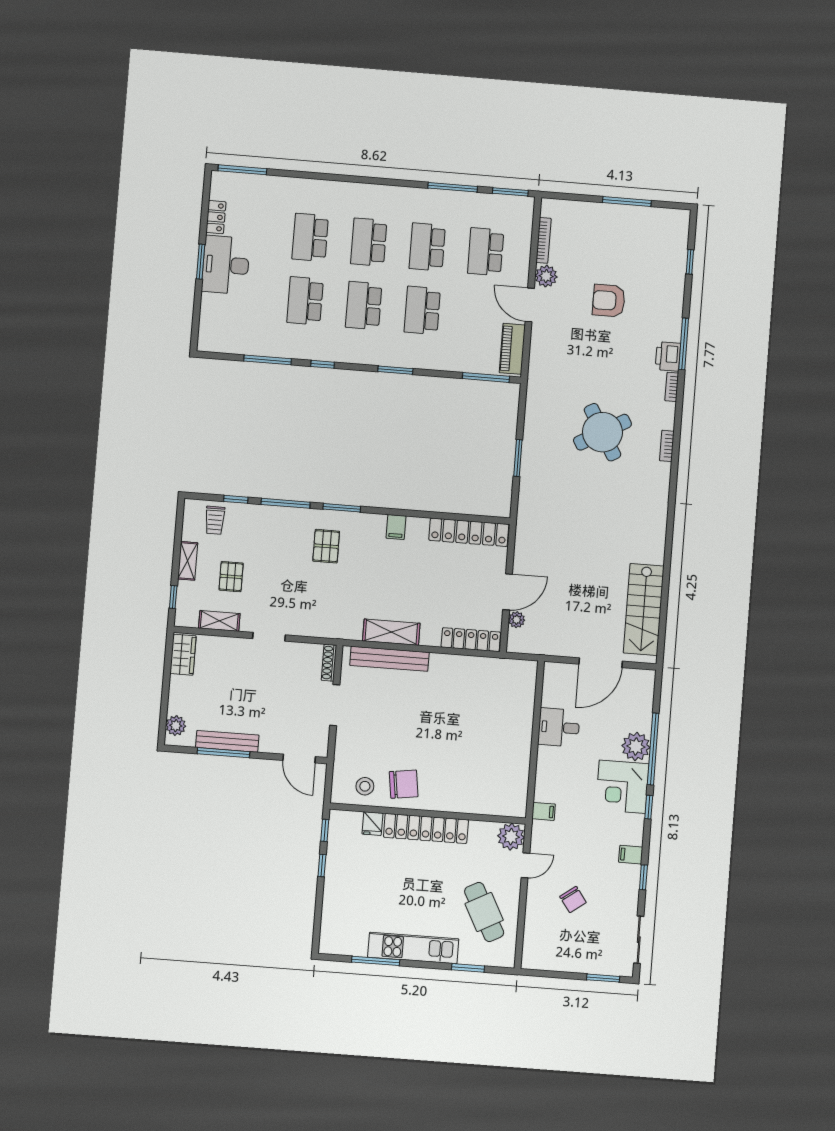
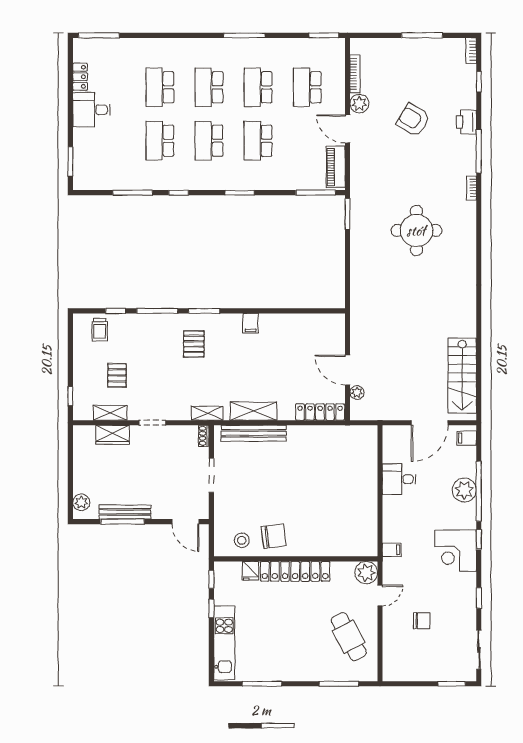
window: (453, 187) -> (244, 35), moved
window: (201, 262) -> (70, 161), moved
desk: (226, 265) -> (91, 110), width x0.73
armchair: (609, 301) -> (413, 120), turned 31
printer: (668, 356) -> (466, 122), moved
round table: (602, 432) -> (416, 231), turned 30
bookcase: (667, 446) -> (471, 51), moved
window: (518, 458) -> (348, 214), moved
locker: (469, 532) -> (311, 323), removed
shelving: (188, 561) -> (207, 413), moved, turned 90
door: (508, 592) -> (348, 370), swing flipped
wardrobe: (183, 655) -> (113, 435), moved, turned 90
shoe rack: (329, 663) -> (204, 436), width x0.70
corner desk: (622, 787) -> (456, 551), moved
filing cabinet: (631, 855) -> (467, 438), moved
chair: (573, 899) -> (422, 621), turned -54
kitchen unit: (413, 948) -> (224, 643), moved, turned 90
window: (468, 968) -> (339, 684), width x1.44

